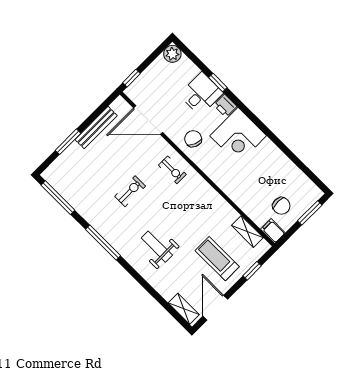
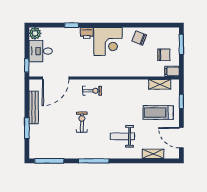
desk: (201, 94) -> (41, 51), moved, turned -90
chair: (193, 139) -> (139, 38), moved
shelving: (184, 309) -> (153, 154), moved

